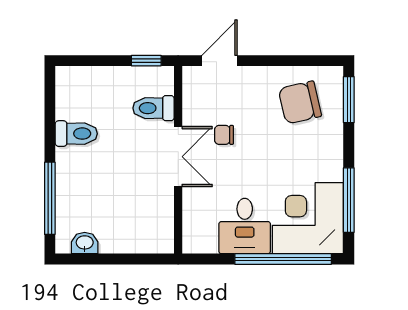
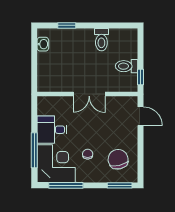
toilet: (153, 108) -> (127, 66), moved, turned -90
chair: (224, 135) -> (88, 154), moved
window: (50, 198) -> (67, 25), width x0.46
window: (283, 259) -> (34, 150), width x0.68

